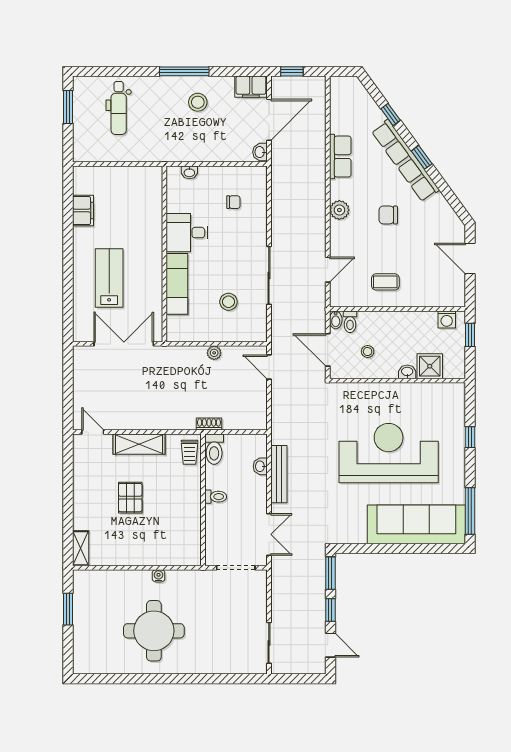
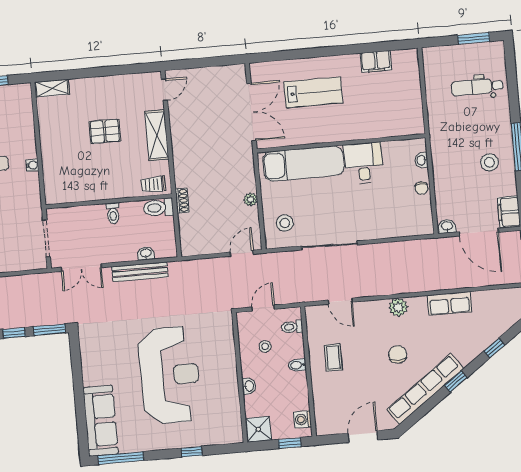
row of seats: (405, 161) -> (425, 389), moved
chair: (233, 202) -> (421, 188), moved
exam couch: (177, 284) -> (303, 163), width x1.36, depth x1.45
stool: (228, 302) -> (285, 223), moved
bidet: (336, 320) -> (297, 365), moved
door: (328, 350) -> (263, 308), width x0.73
shower: (430, 366) -> (258, 429), moved
sofa: (416, 524) -> (101, 421), width x0.74, depth x0.79

